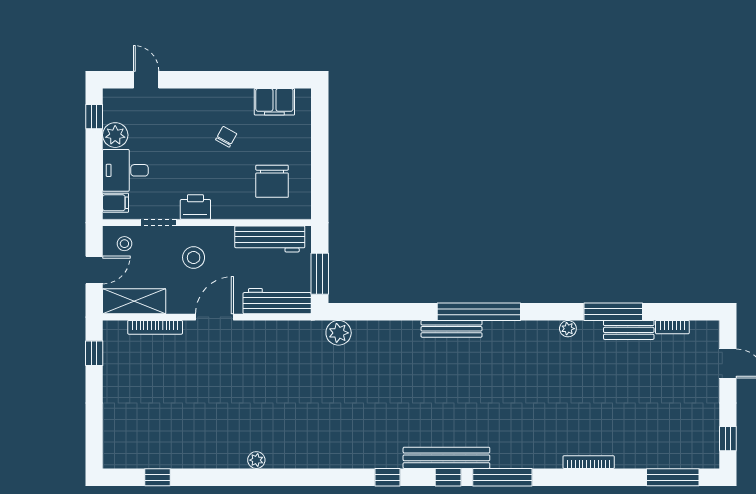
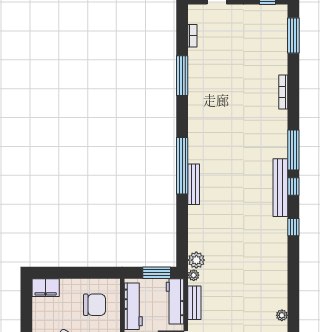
filing cabinet: (274, 102) -> (46, 288), moved, turned 90
plant: (568, 329) -> (194, 275), moved
bench: (629, 330) -> (194, 303), moved

